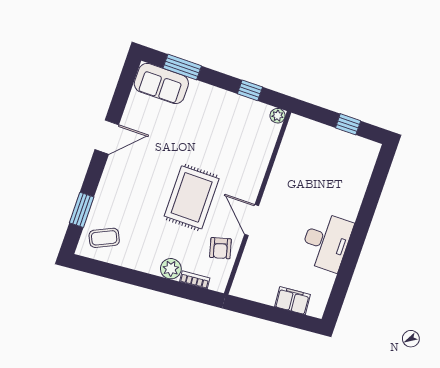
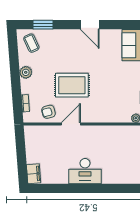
desk: (326, 242) -> (85, 171), moved
plant: (171, 269) -> (26, 72), moved
filing cabinet: (293, 301) -> (34, 174), moved

